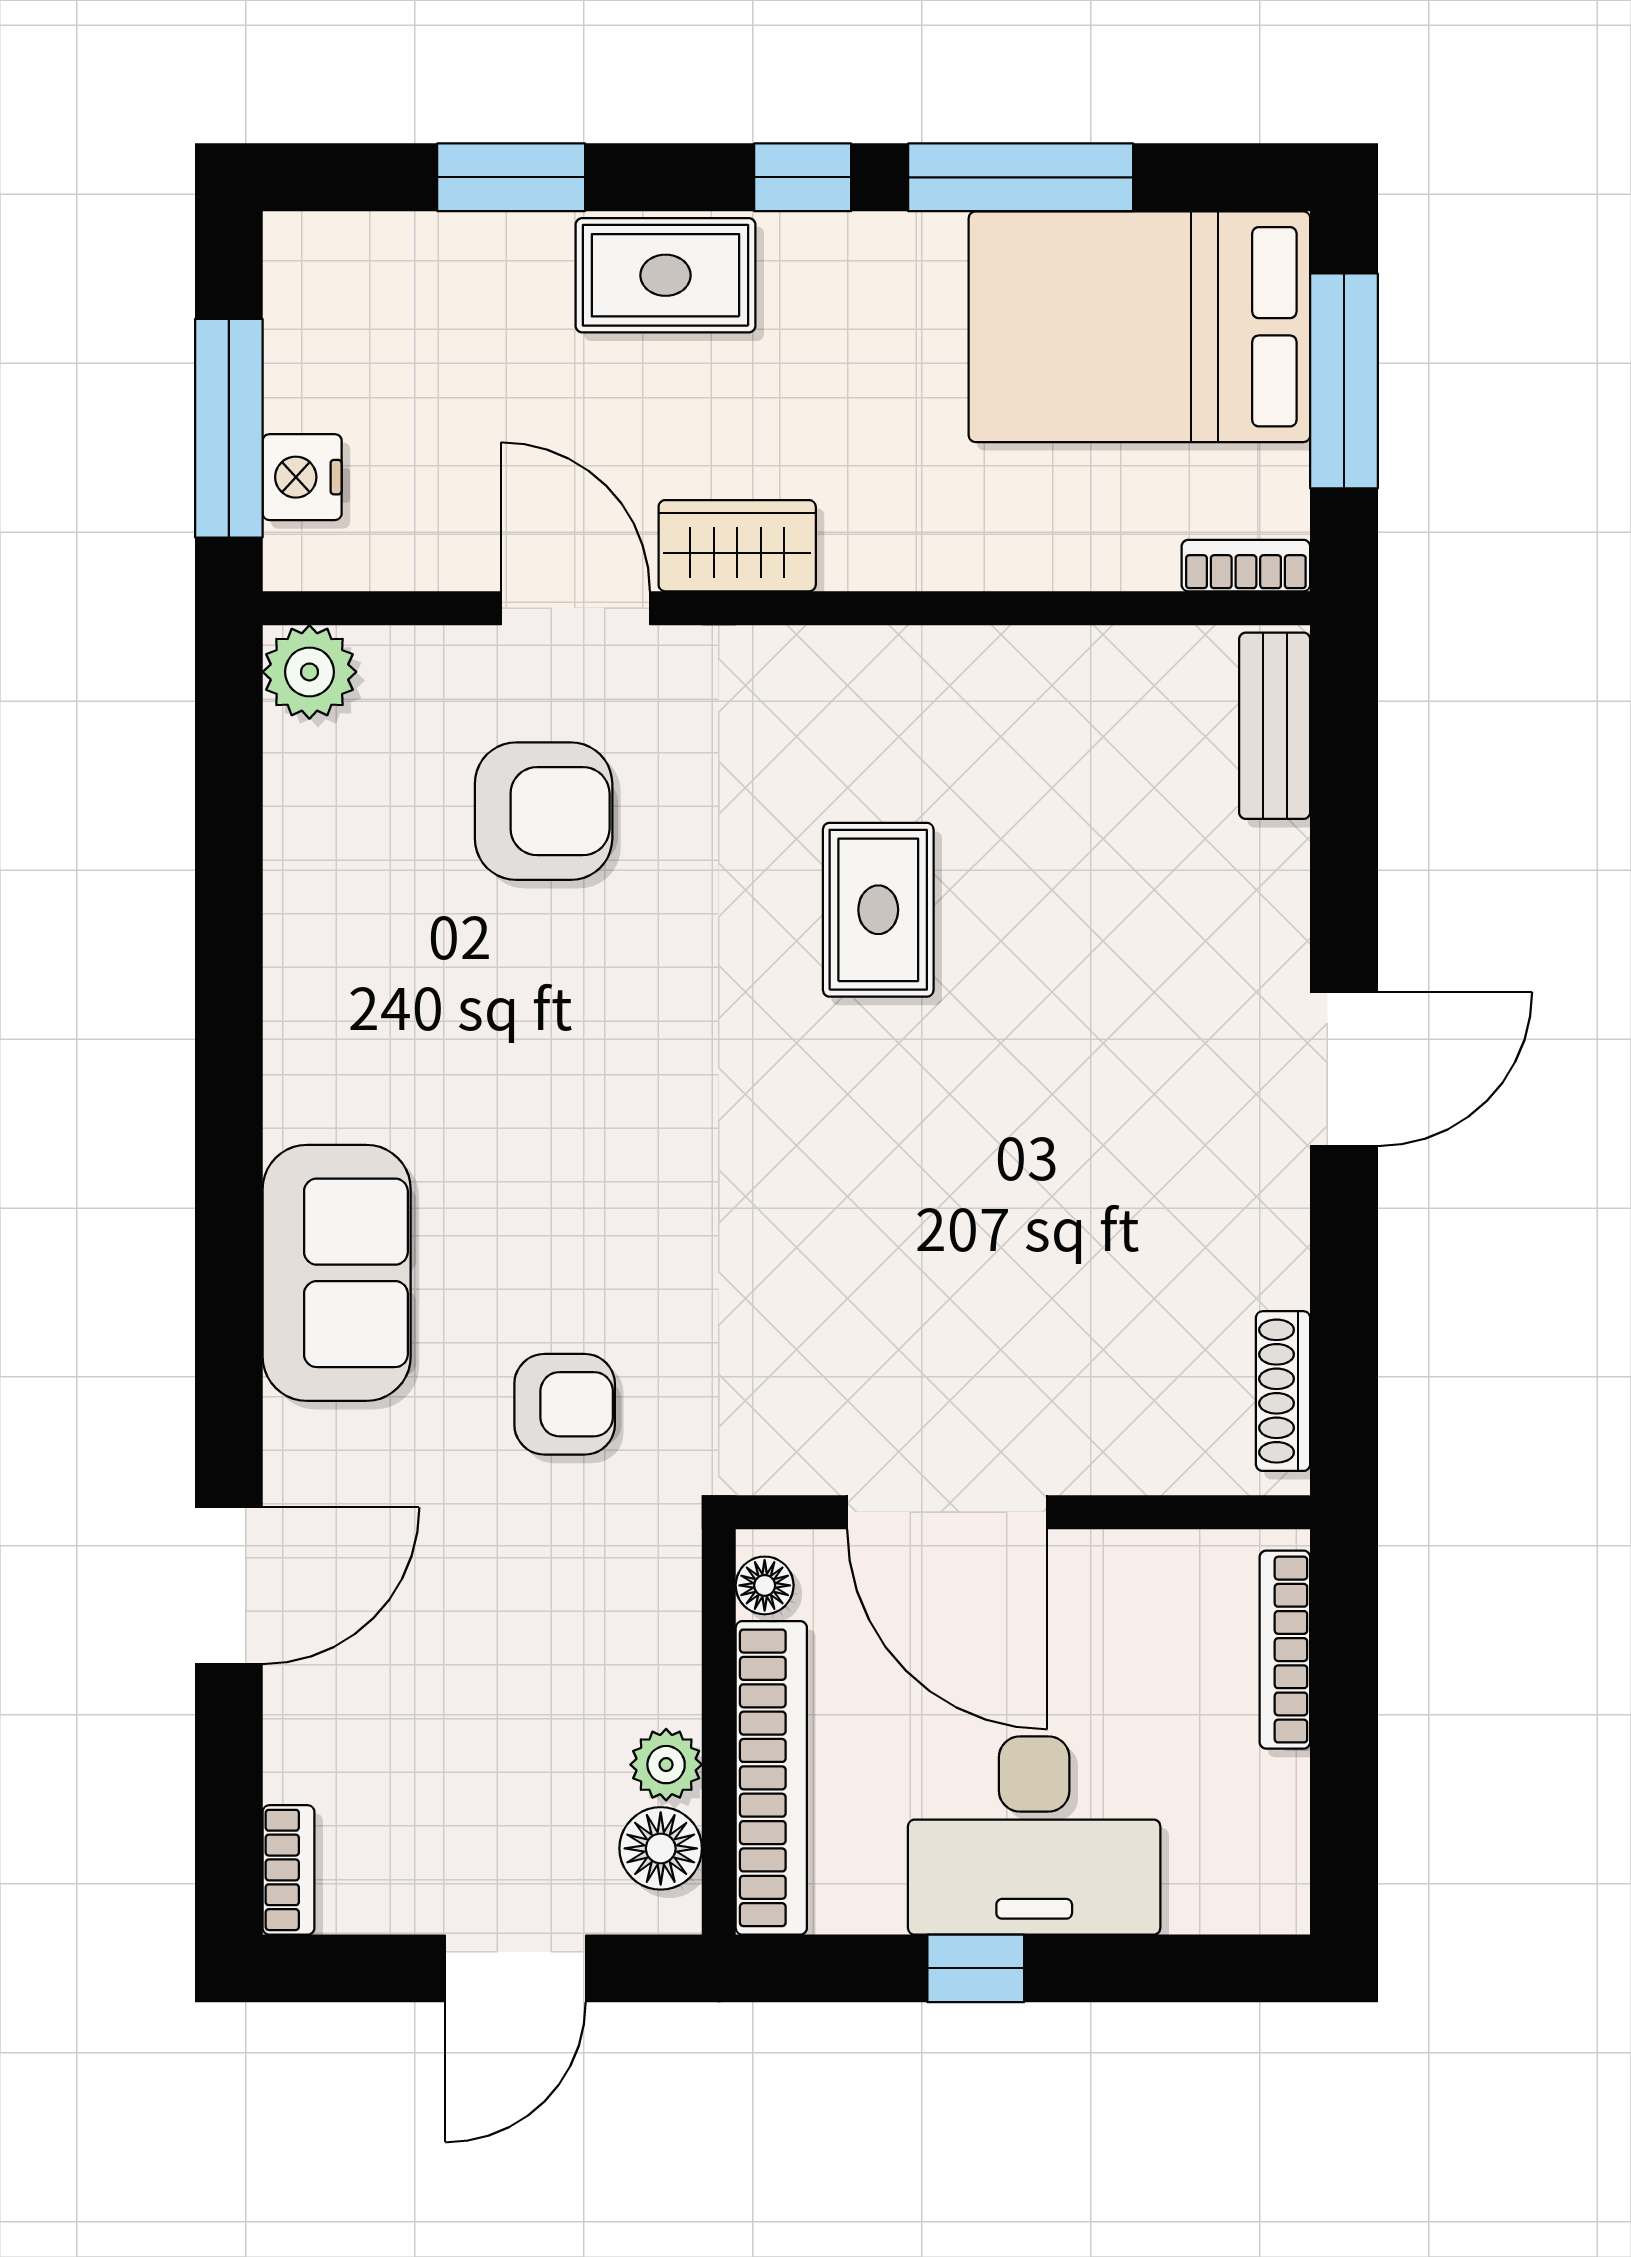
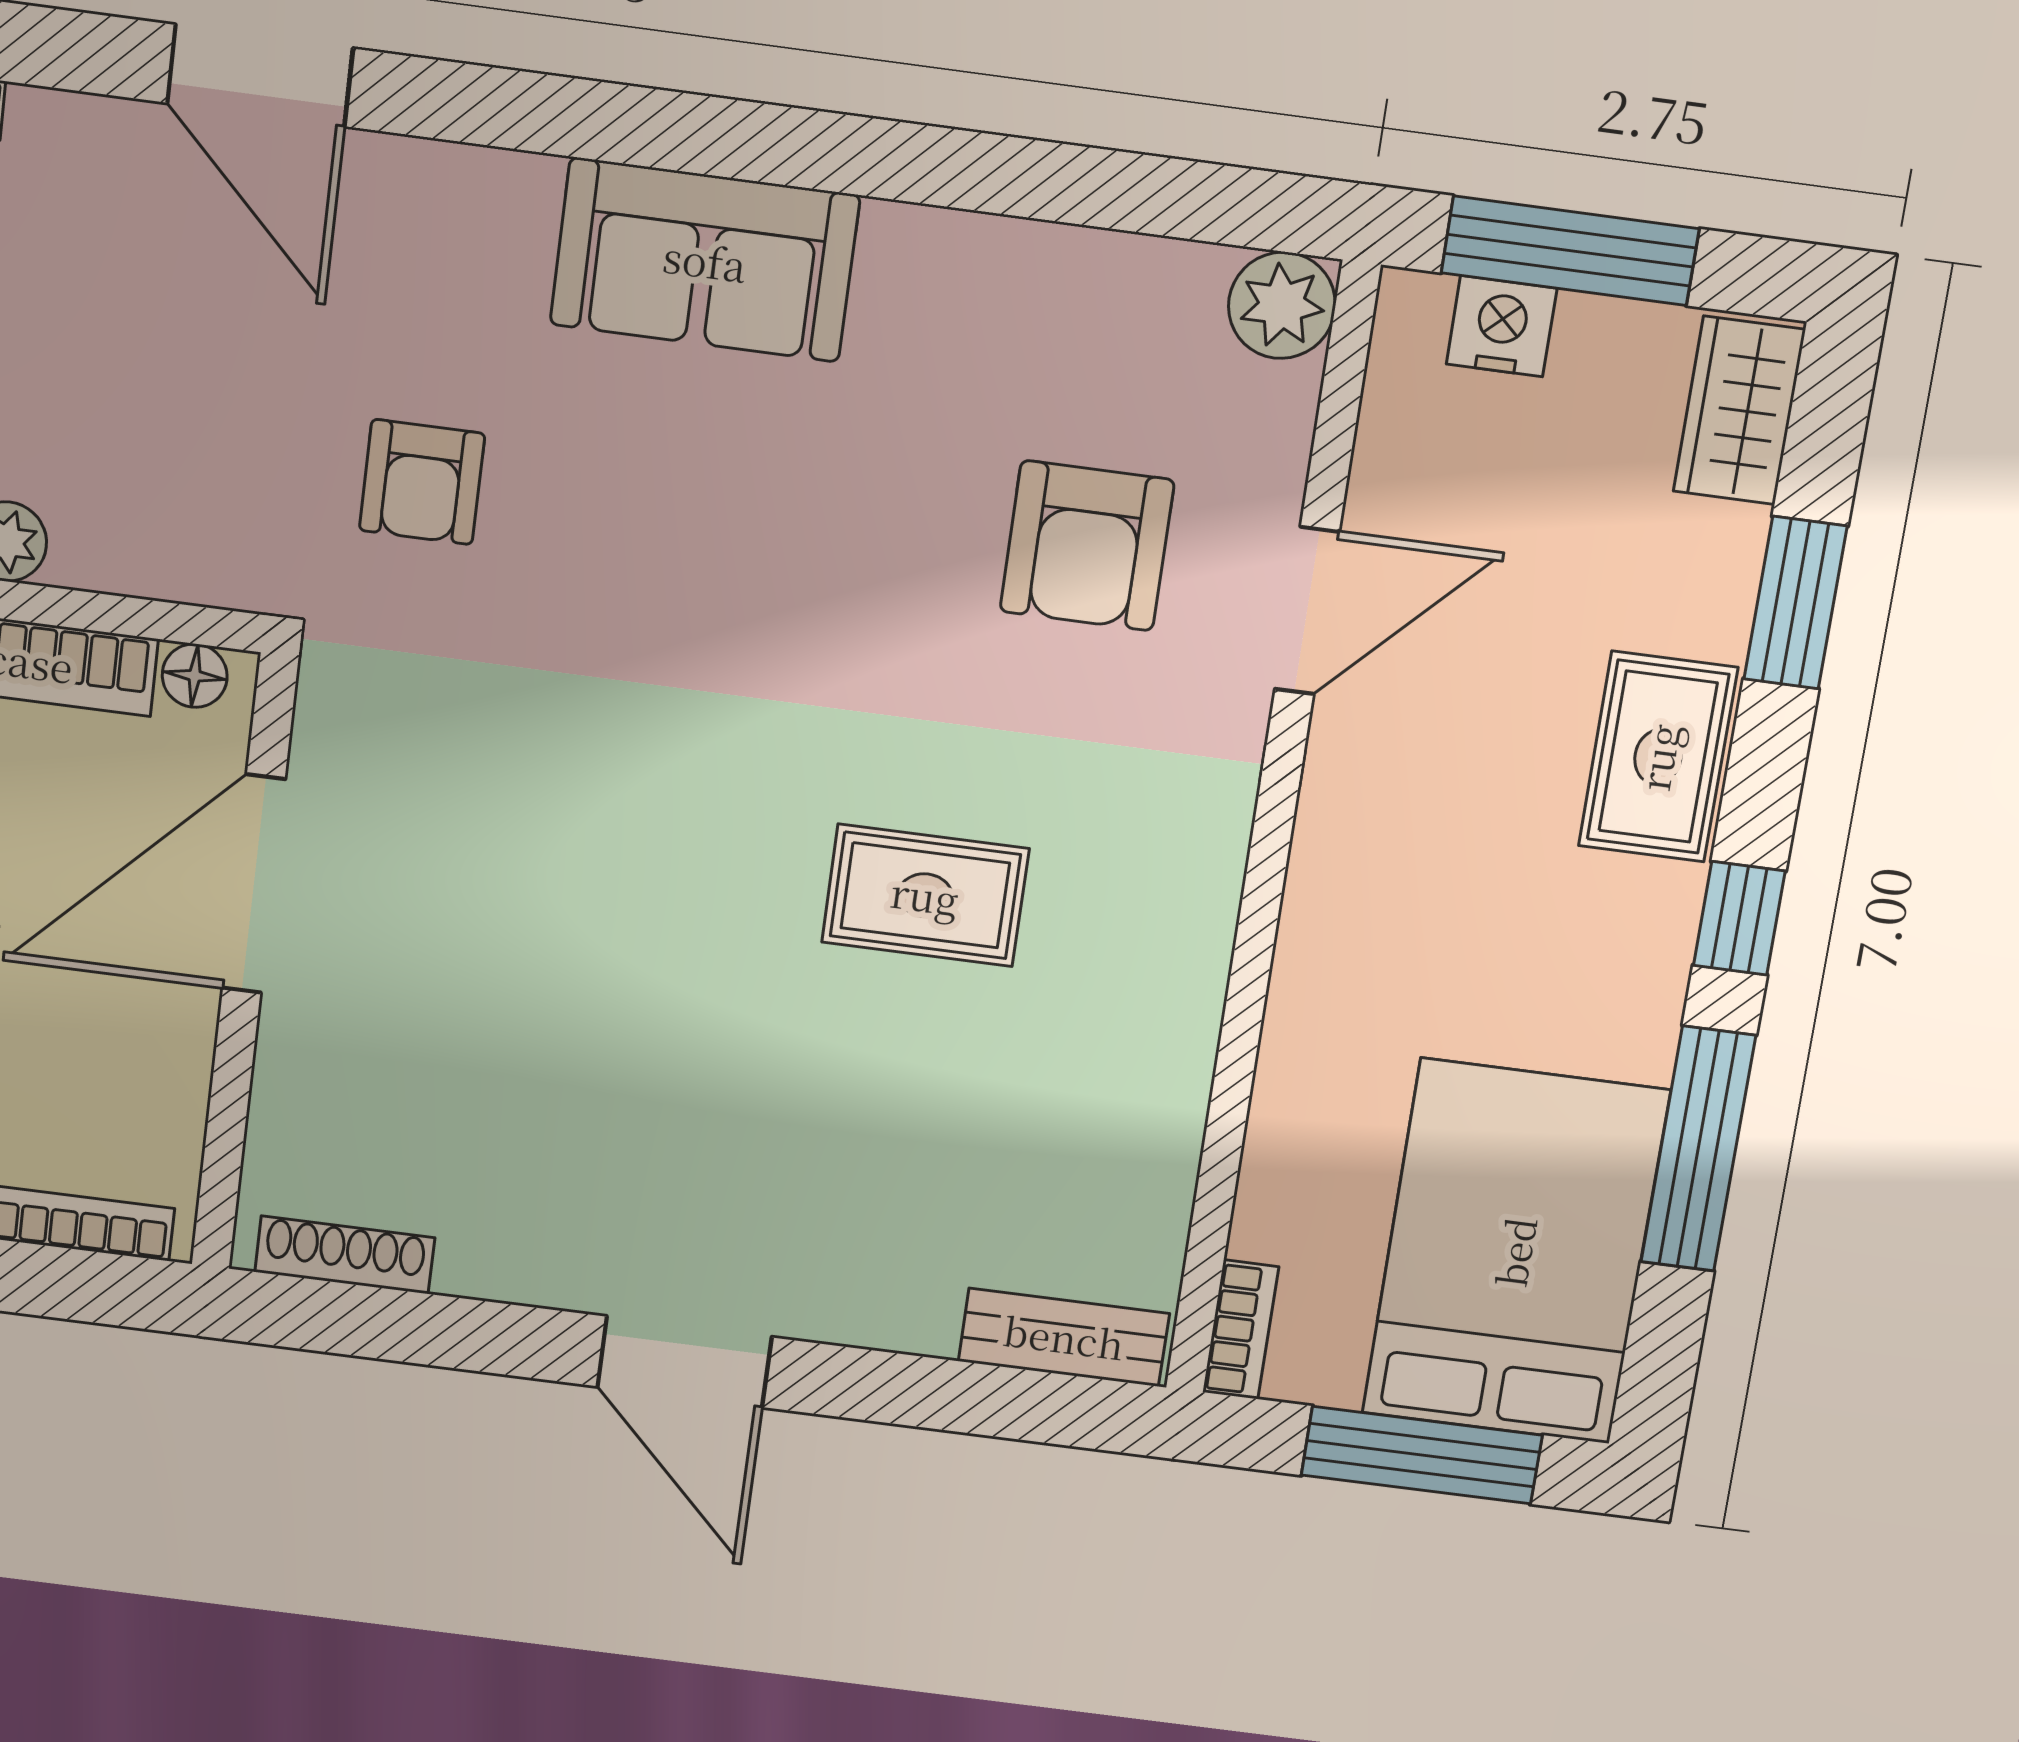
wardrobe: (737, 546) -> (1739, 410), moved, turned 180
sofa: (337, 1273) -> (705, 260), moved

